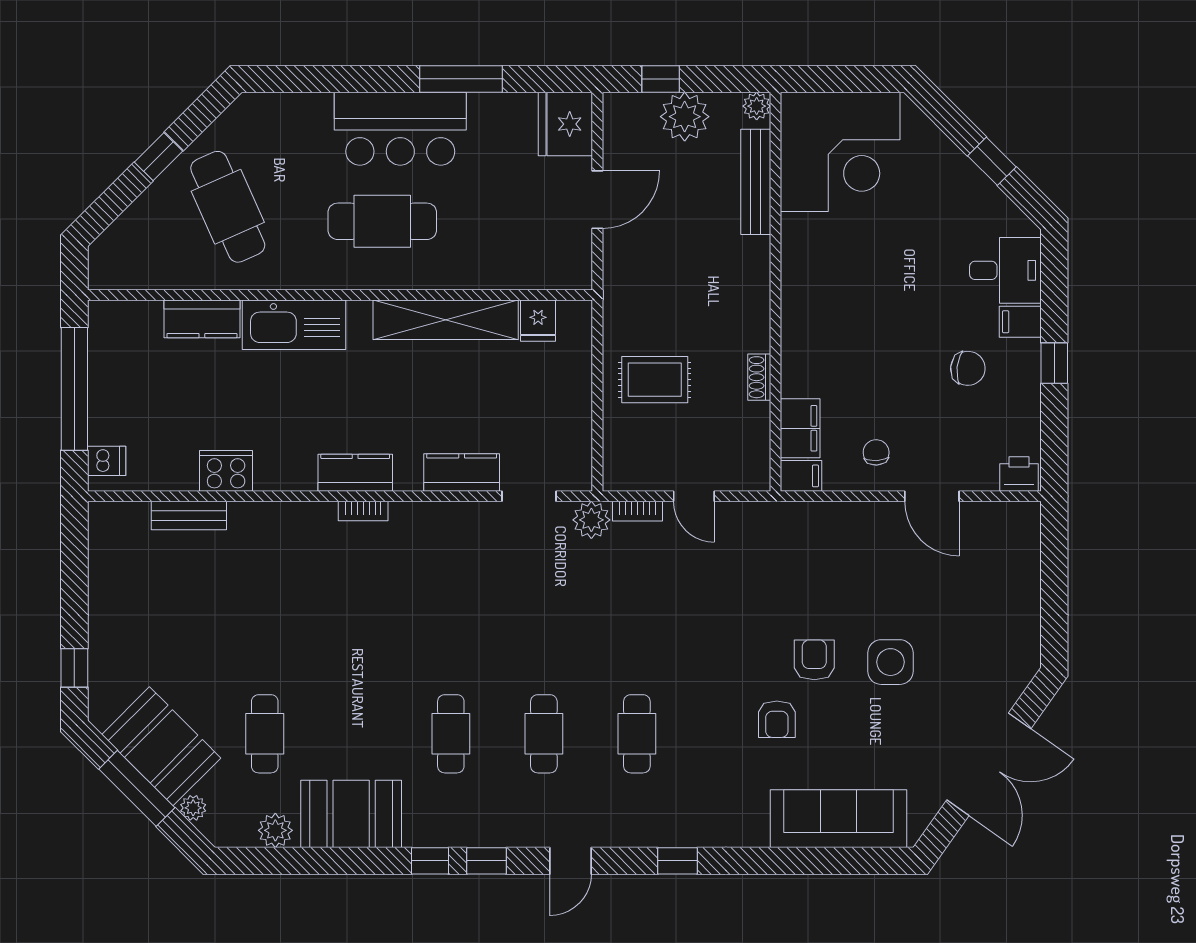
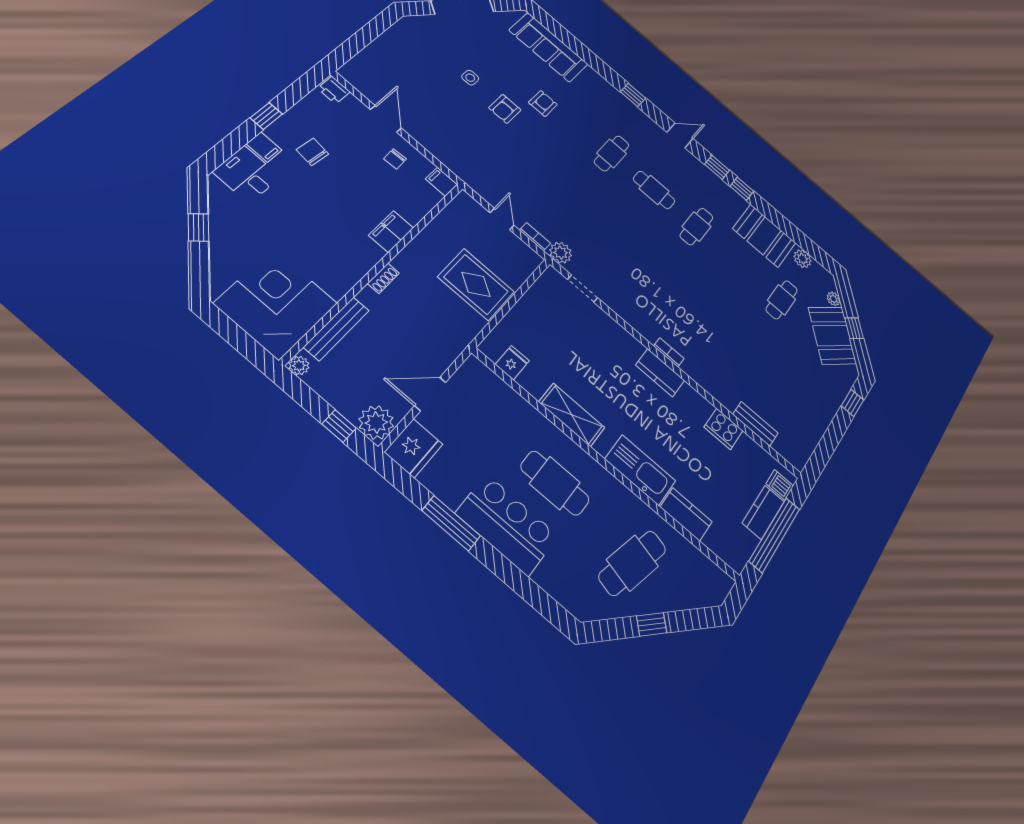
plant: (685, 117) -> (376, 423), moved
cafe table: (228, 207) -> (632, 563), turned 38
shelving: (446, 320) -> (572, 415), width x0.68
shoe rack: (759, 377) -> (383, 278), moved
rug: (655, 380) -> (476, 284), width x1.36, depth x1.43
filing cabinet: (800, 428) -> (391, 232), moved
kitchen counter: (462, 472) -> (763, 512), moved, turned 90
side table: (890, 662) -> (470, 78), width x0.54, depth x0.54
cafe table: (544, 734) -> (654, 190), turned 90
window: (137, 788) -> (854, 328), width x0.46

